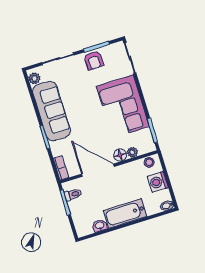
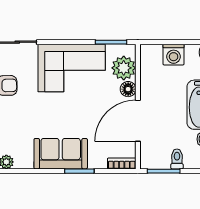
sofa: (52, 111) -> (61, 154), width x0.73
plant: (132, 152) -> (124, 68), width x1.88, depth x1.88
stool: (149, 162) -> (147, 58), removed
toilet: (73, 194) -> (177, 159), moved

